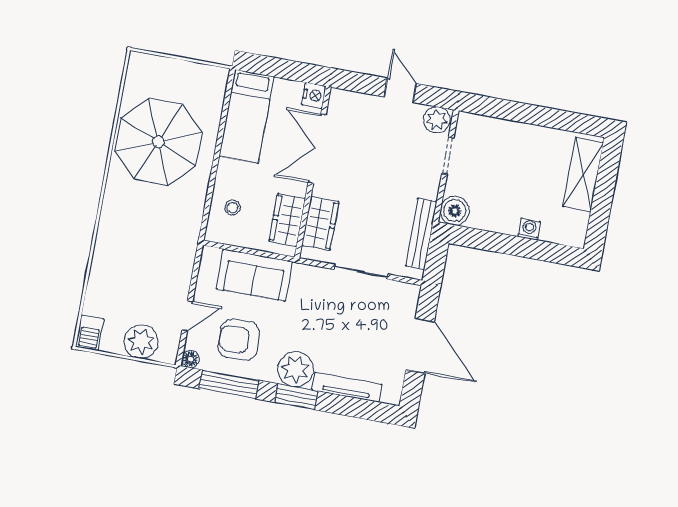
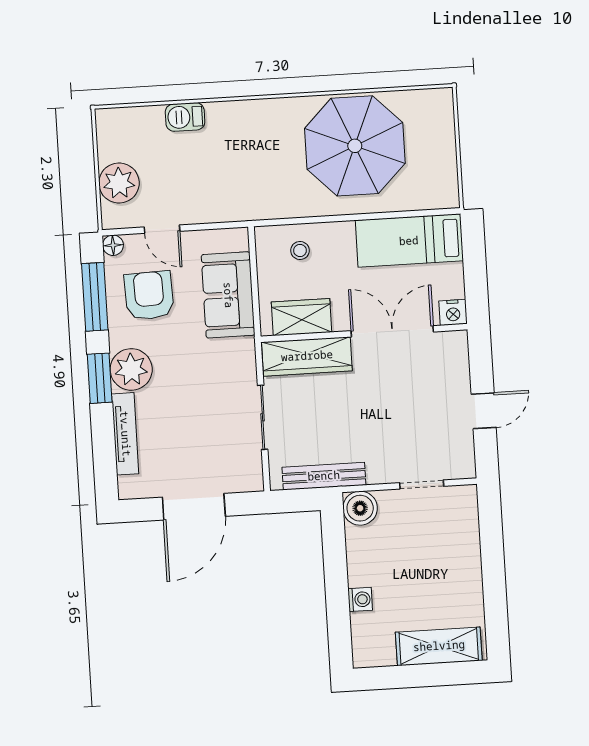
plant: (437, 120) -> (460, 461), removed
wardrobe: (320, 223) -> (307, 356), width x1.50
barbecue: (90, 333) -> (185, 117), moved

